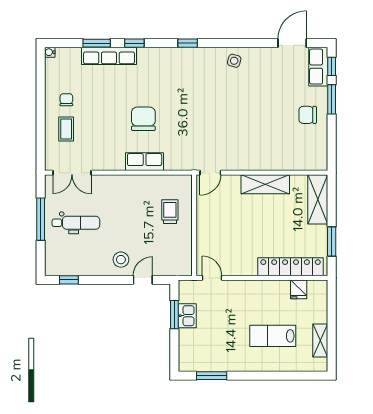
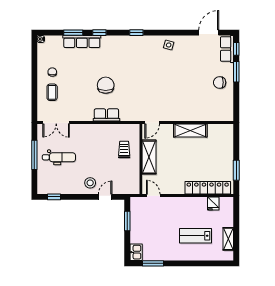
shelving: (318, 199) -> (149, 157), moved
kitchen sink: (187, 316) -> (136, 252), moved

